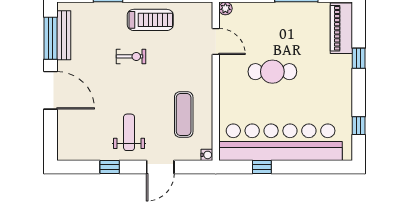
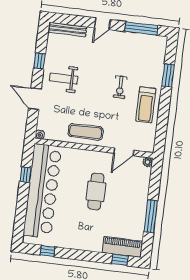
bench: (64, 35) -> (68, 29), moved
window: (359, 58) -> (120, 260), moved
door: (51, 90) -> (102, 24), width x0.53
exercise mat: (184, 115) -> (86, 132), moved
weight bench: (129, 132) -> (64, 79), turned 180

